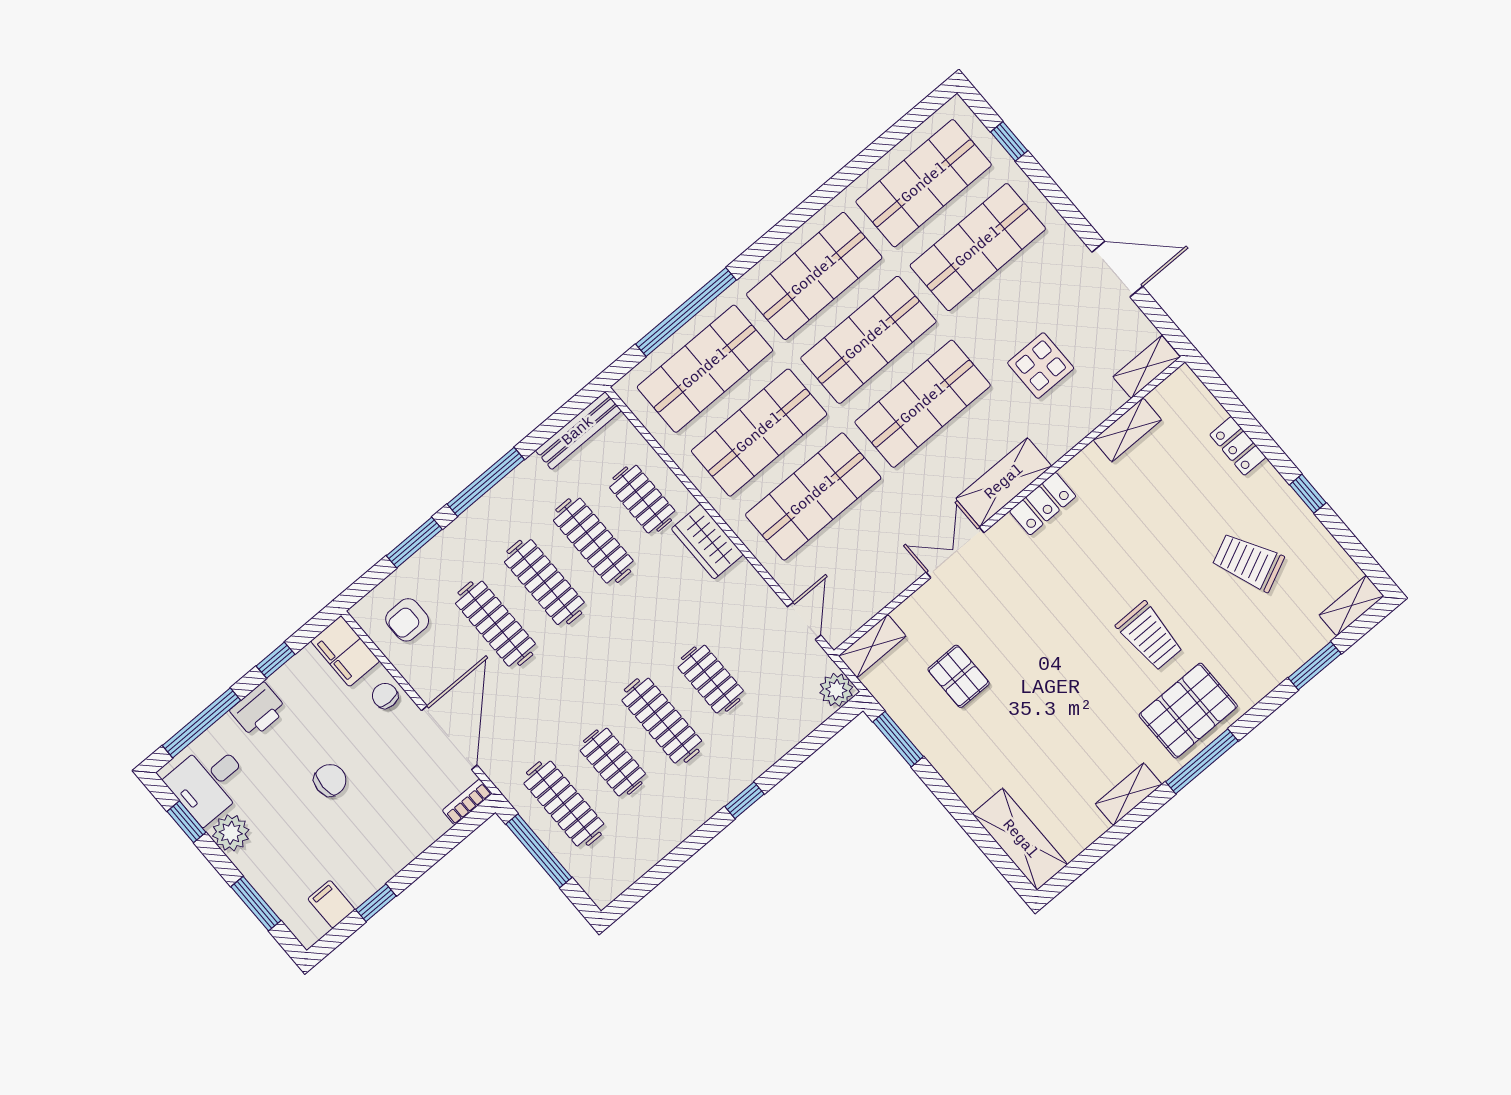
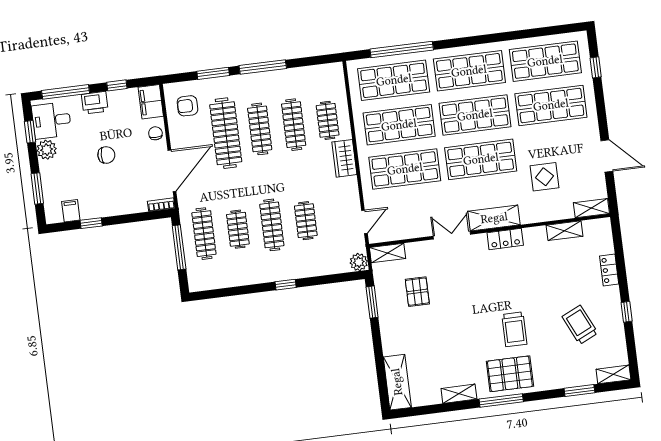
bench: (578, 431) -> (319, 71), removed
clothes rail: (495, 624) -> (226, 133), width x1.37, depth x1.31

